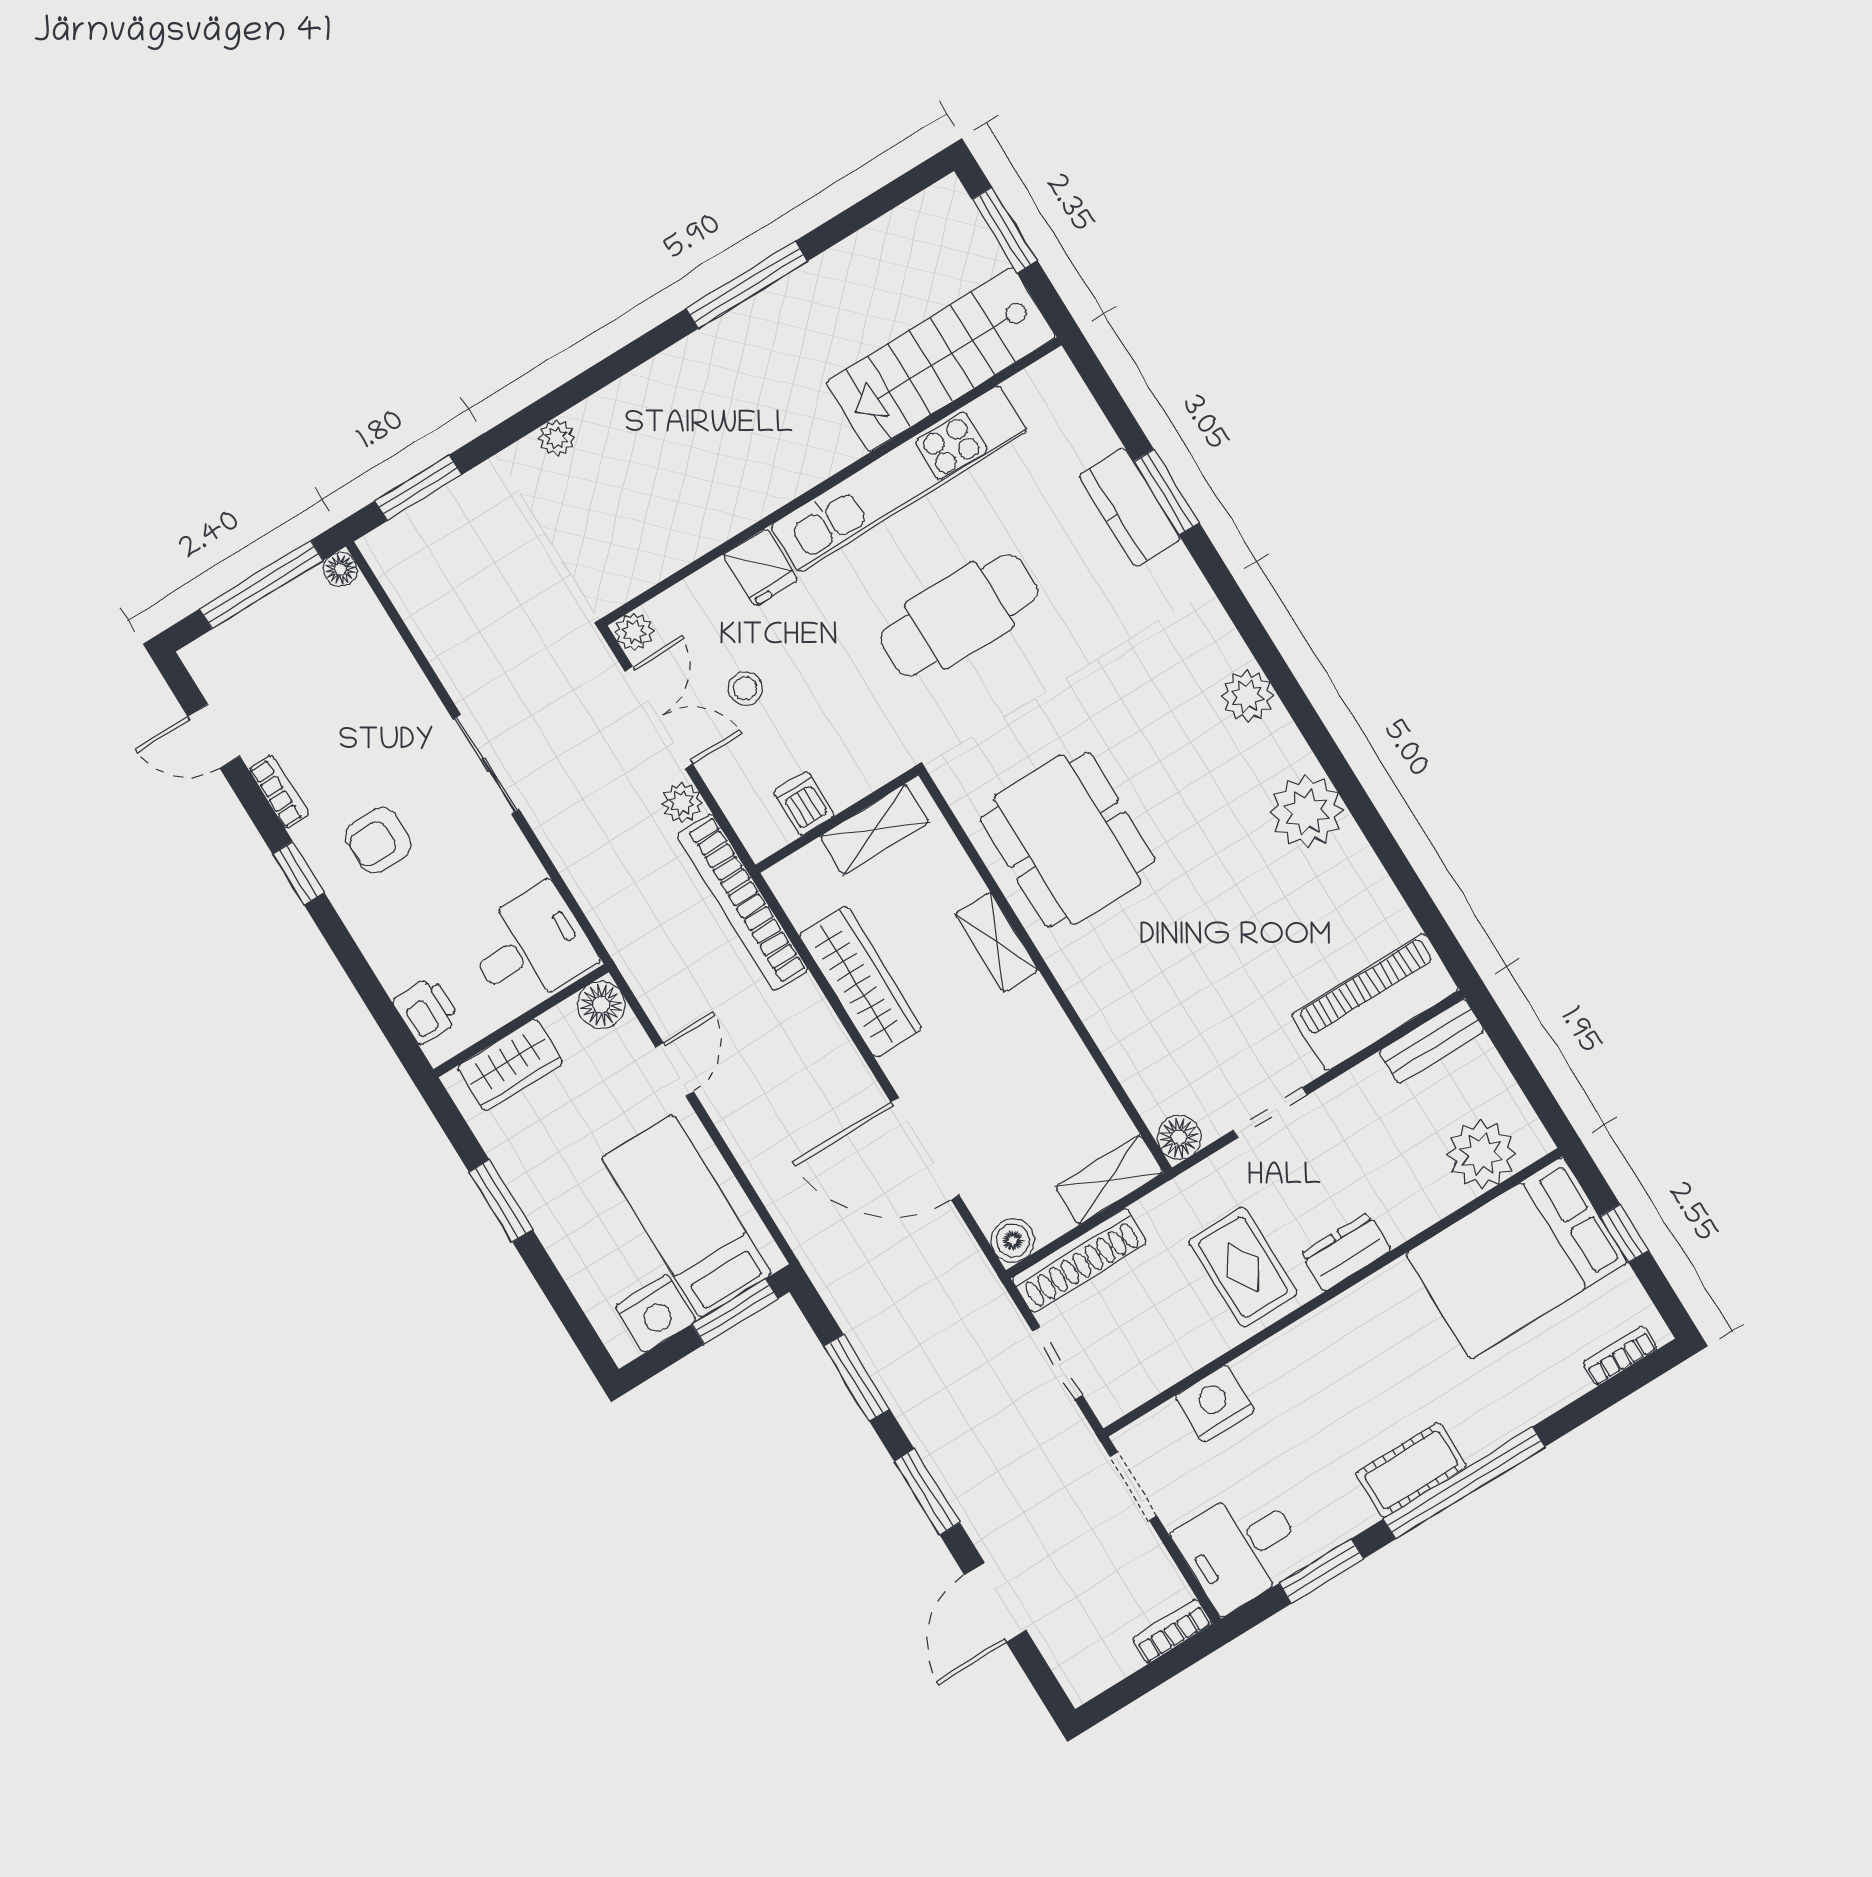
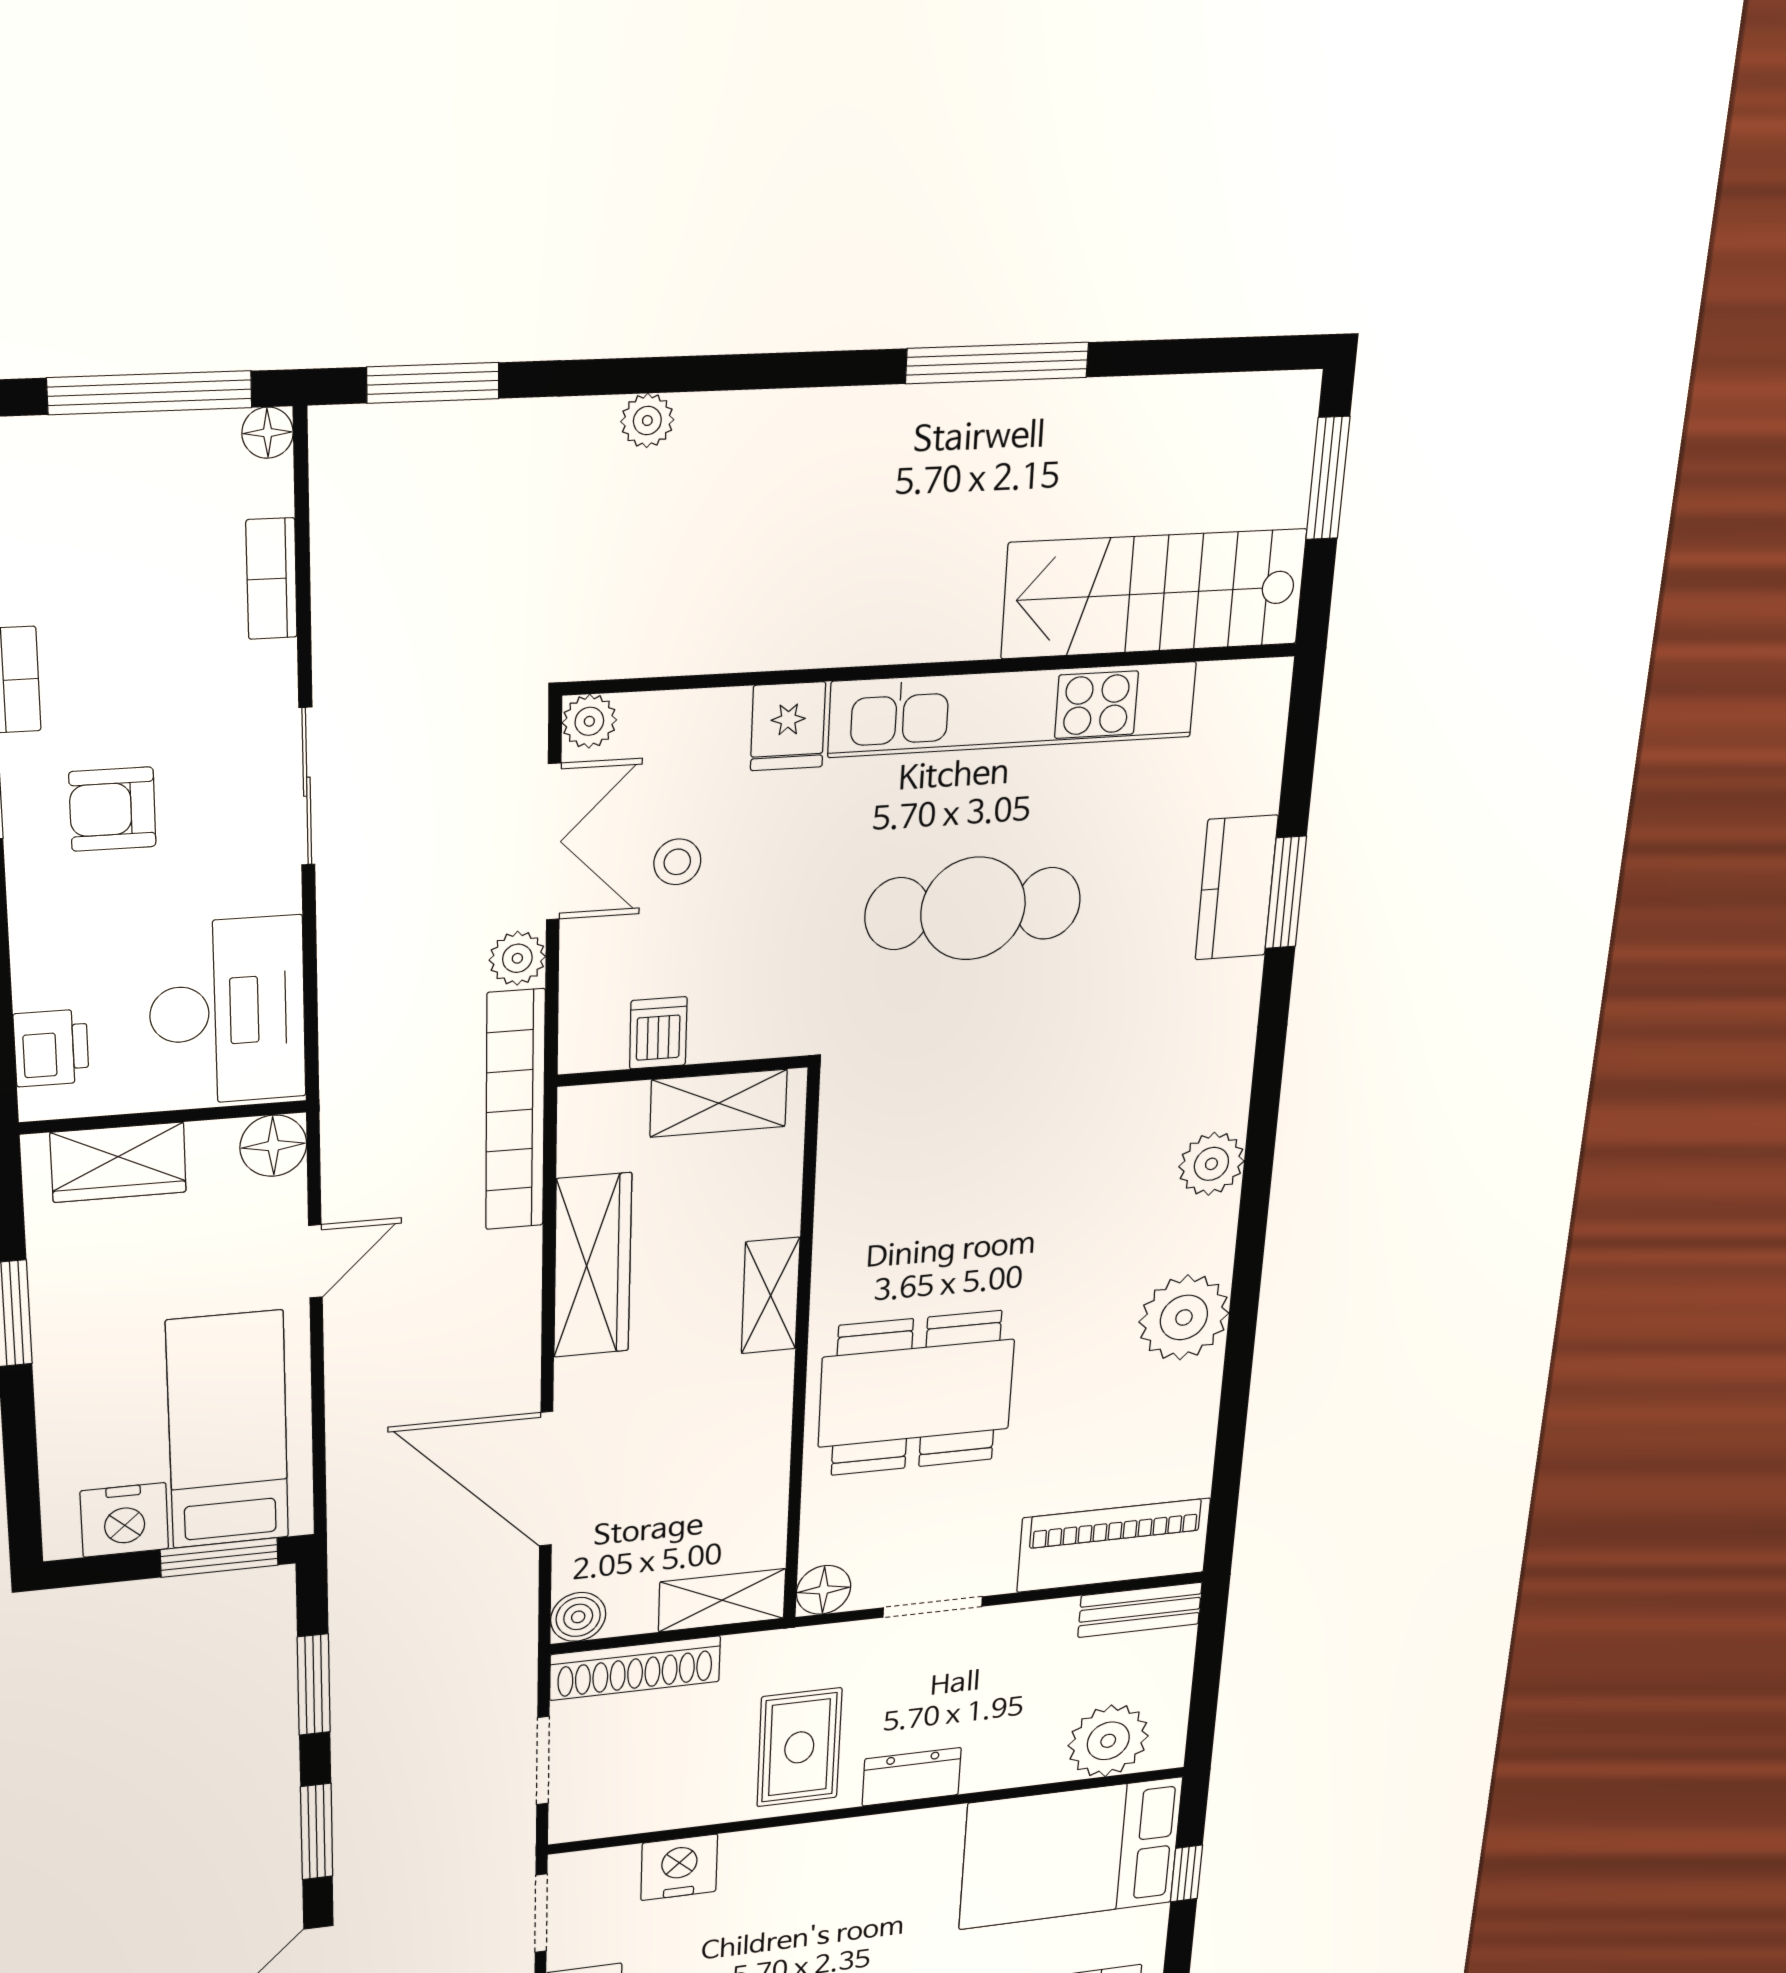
bookcase: (392, 652) -> (272, 579), added
dining table: (1068, 840) -> (916, 1393), moved, turned 90
desk: (530, 947) -> (227, 1011), width x1.37

